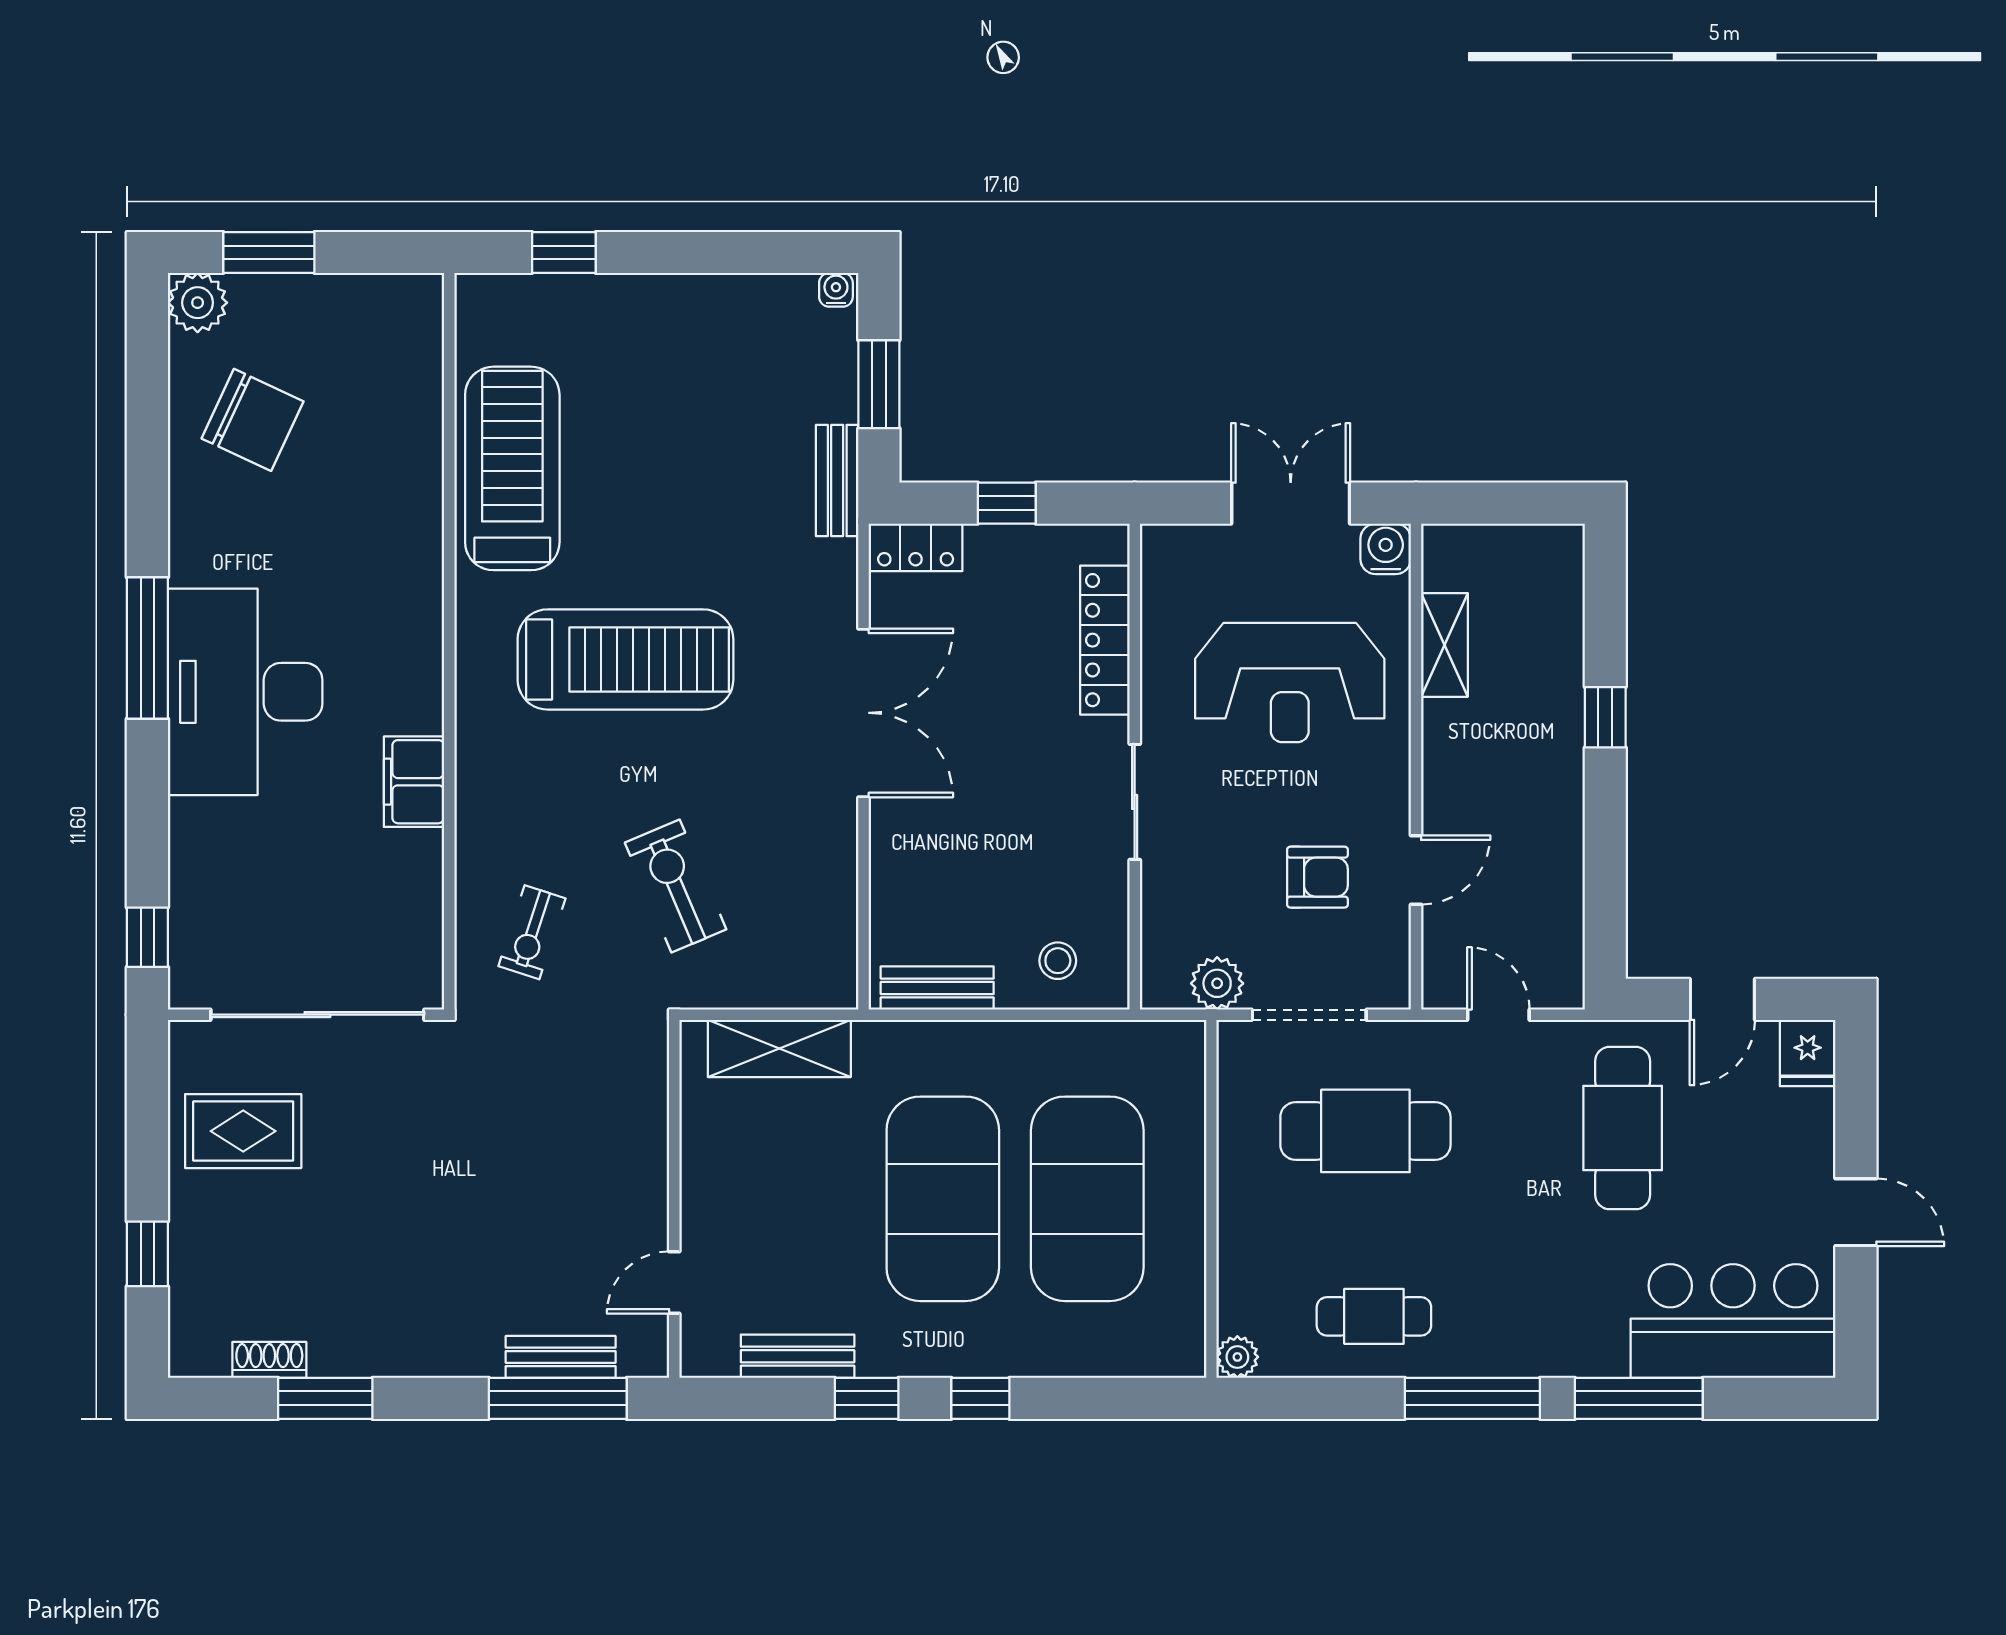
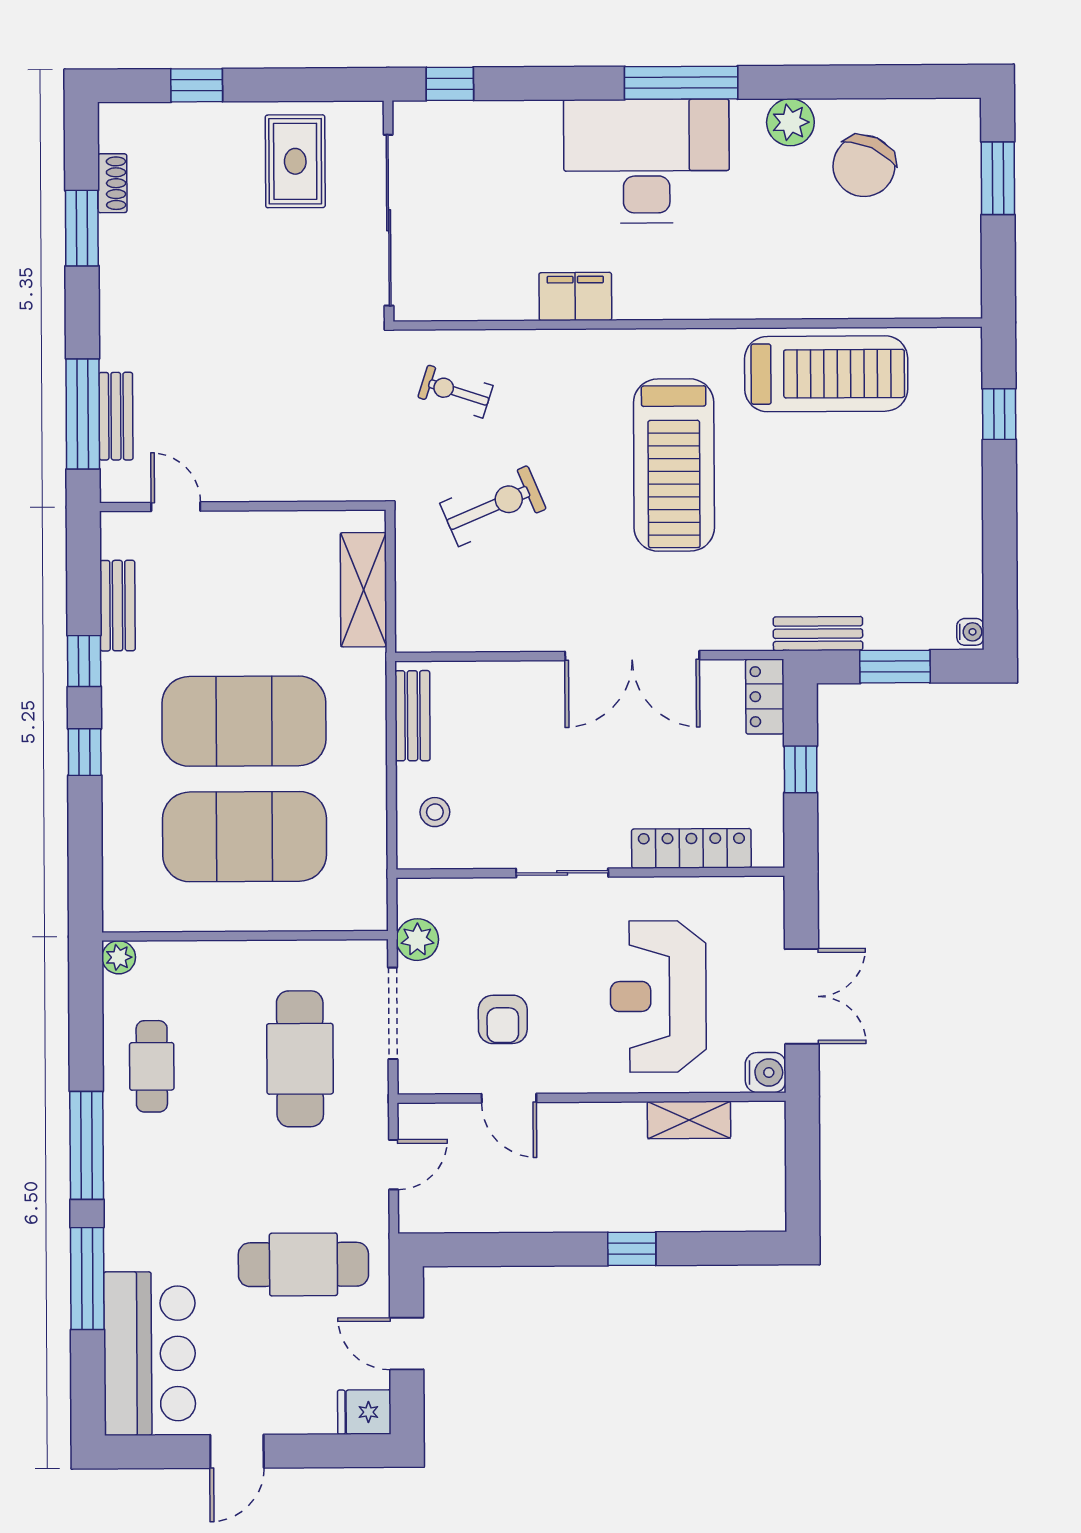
plant: (198, 303) -> (790, 122), moved

